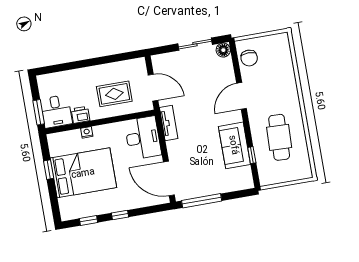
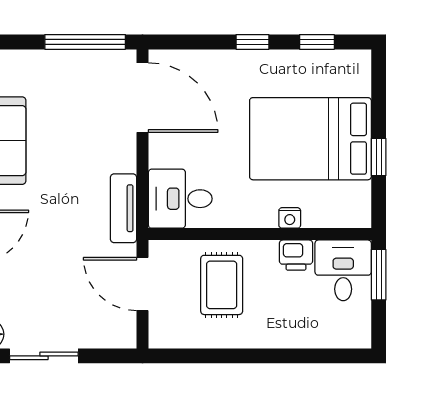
rug: (114, 94) -> (222, 285), turned 90
desk: (143, 138) -> (180, 199), width x0.73

